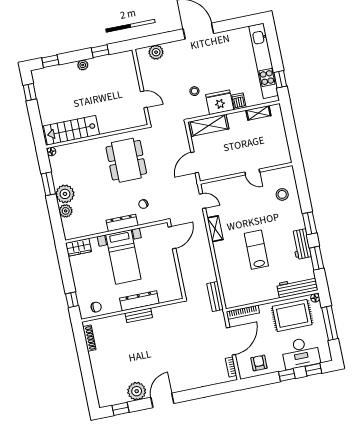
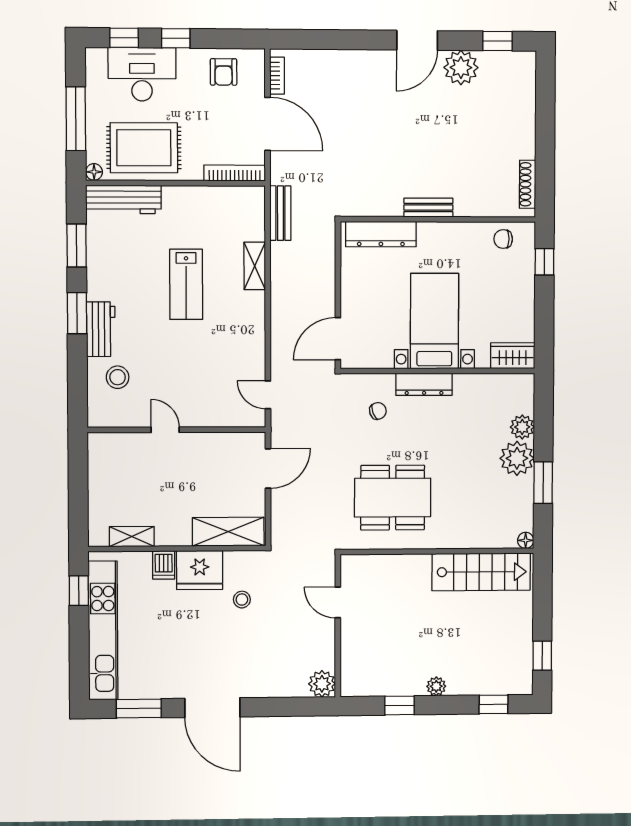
window: (237, 23) -> (139, 708), added
plant: (156, 52) -> (322, 684), moved
dining table: (126, 160) -> (393, 498), turned 90
shelving: (215, 229) -> (255, 266), moved
workbench: (301, 244) -> (101, 329), moved
dresser: (139, 301) -> (381, 234), moved
door: (231, 341) -> (268, 124), swing flipped

